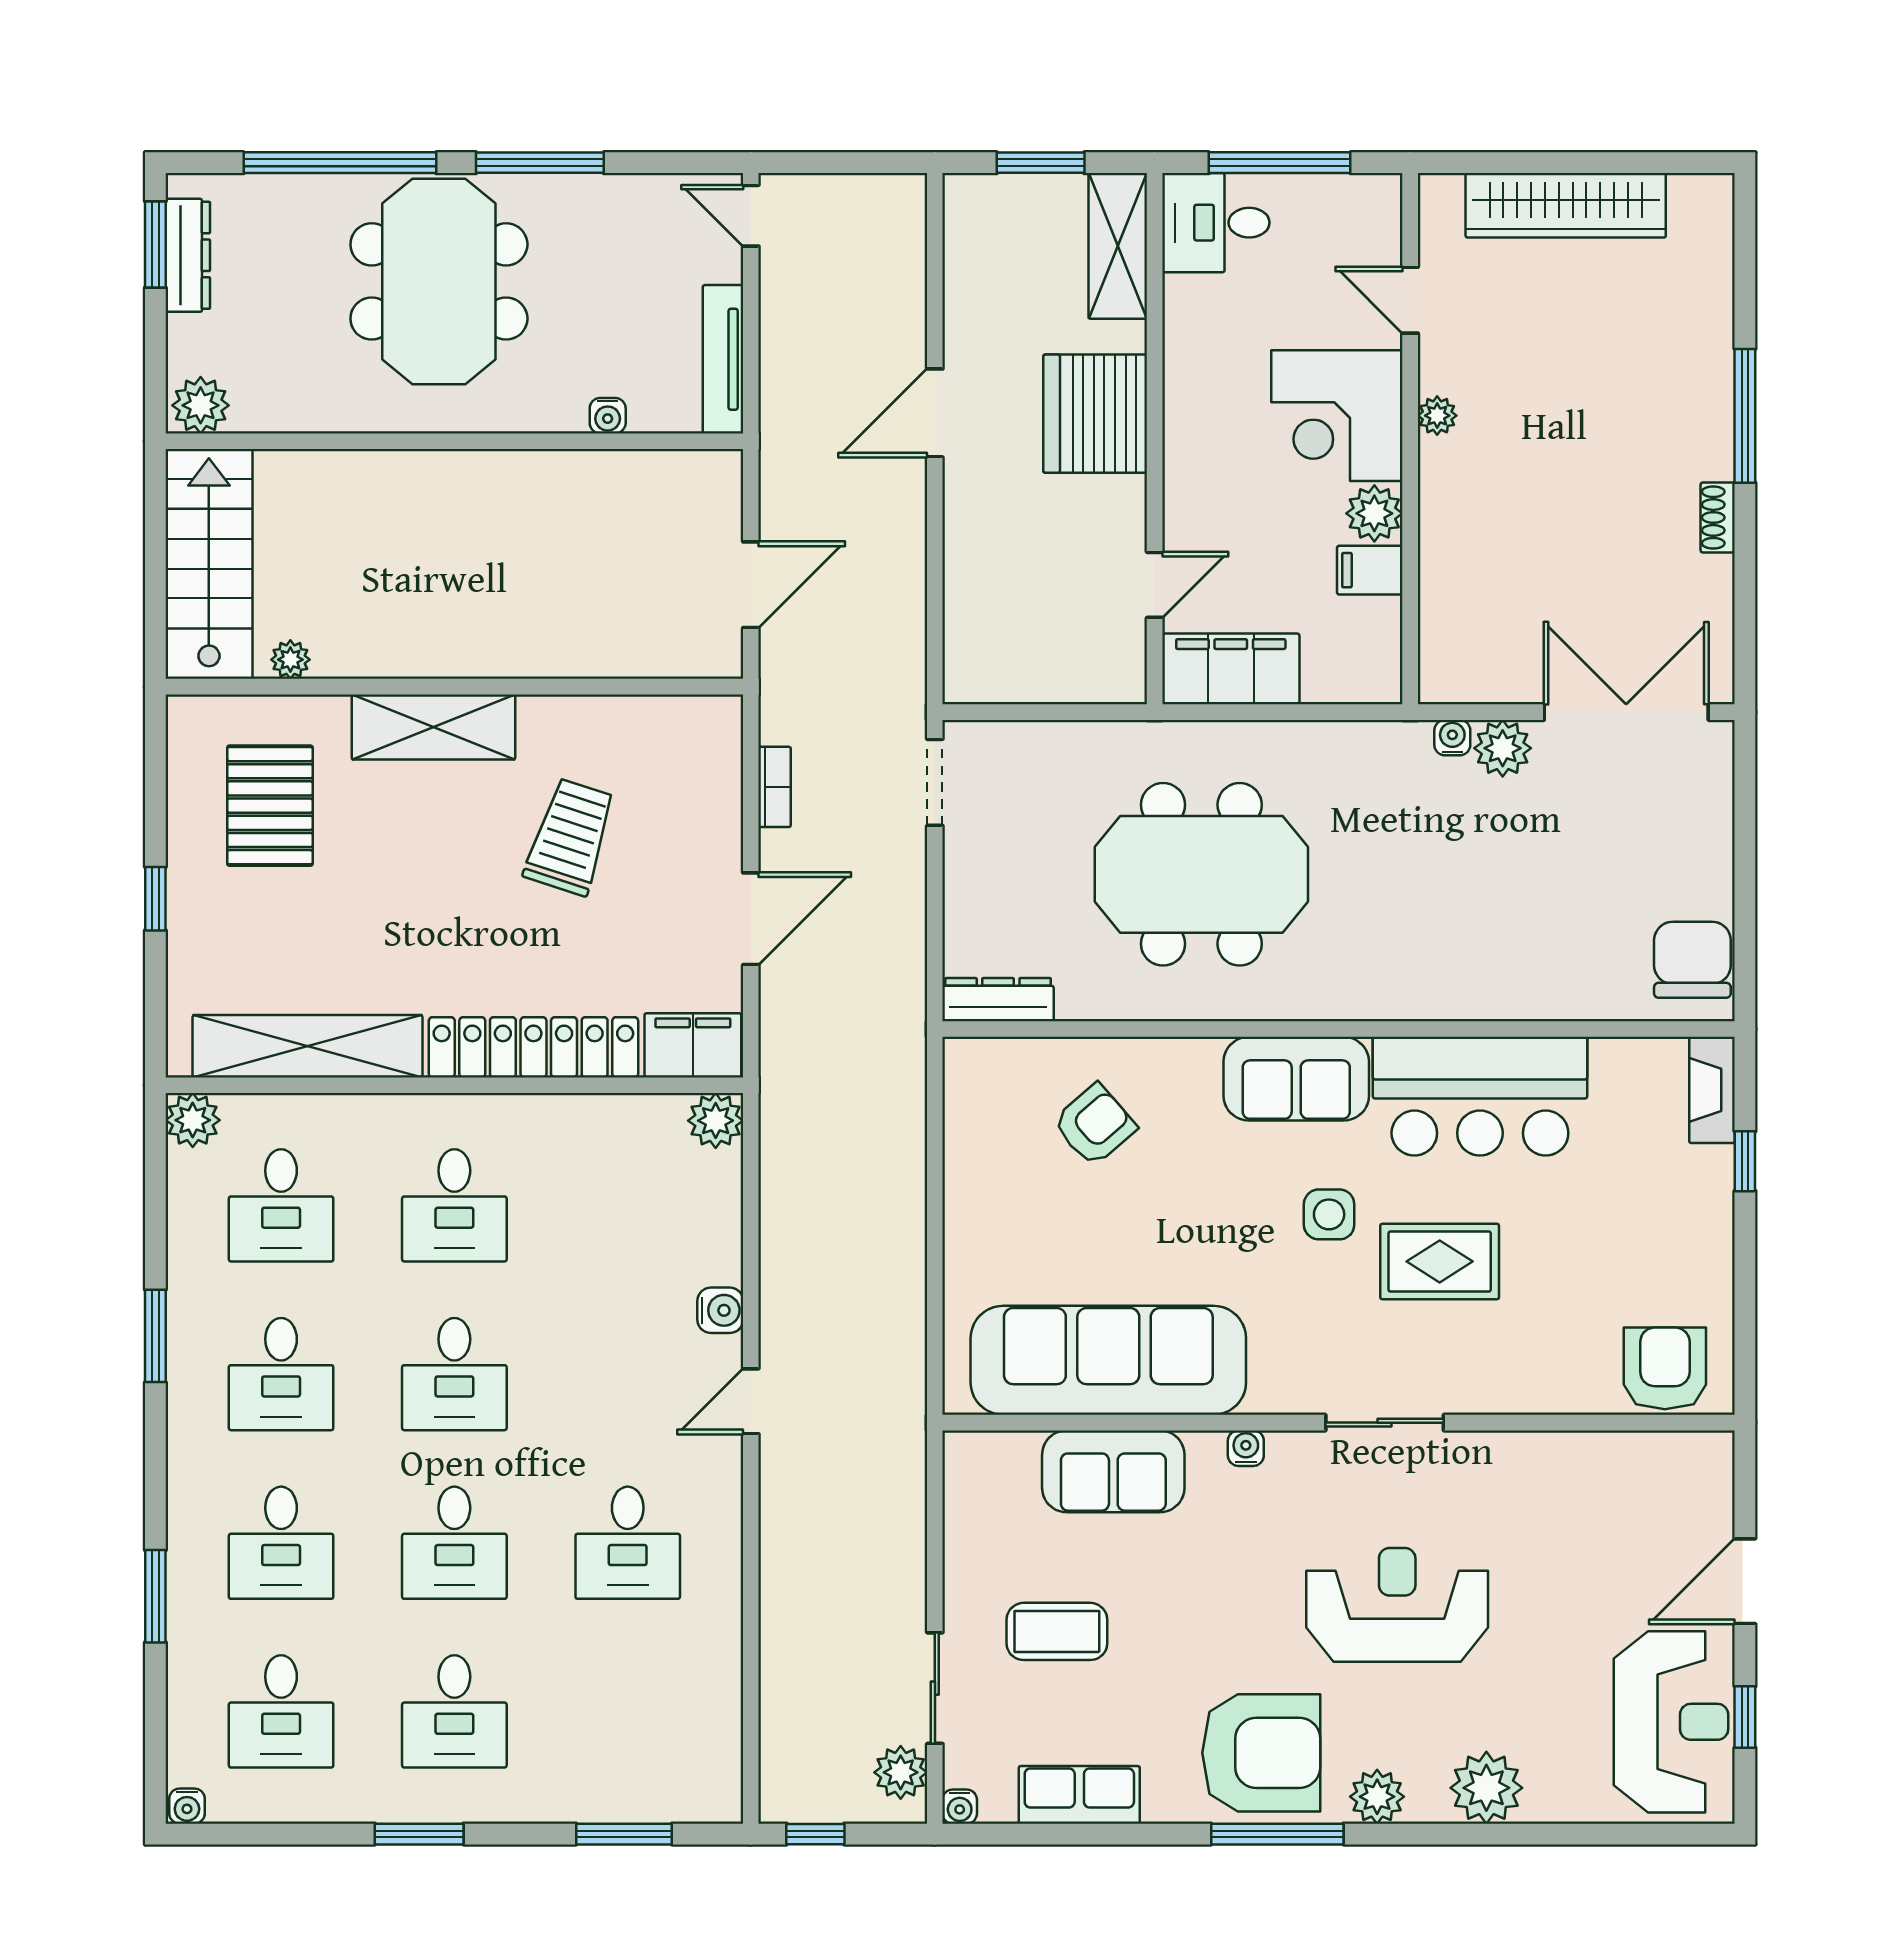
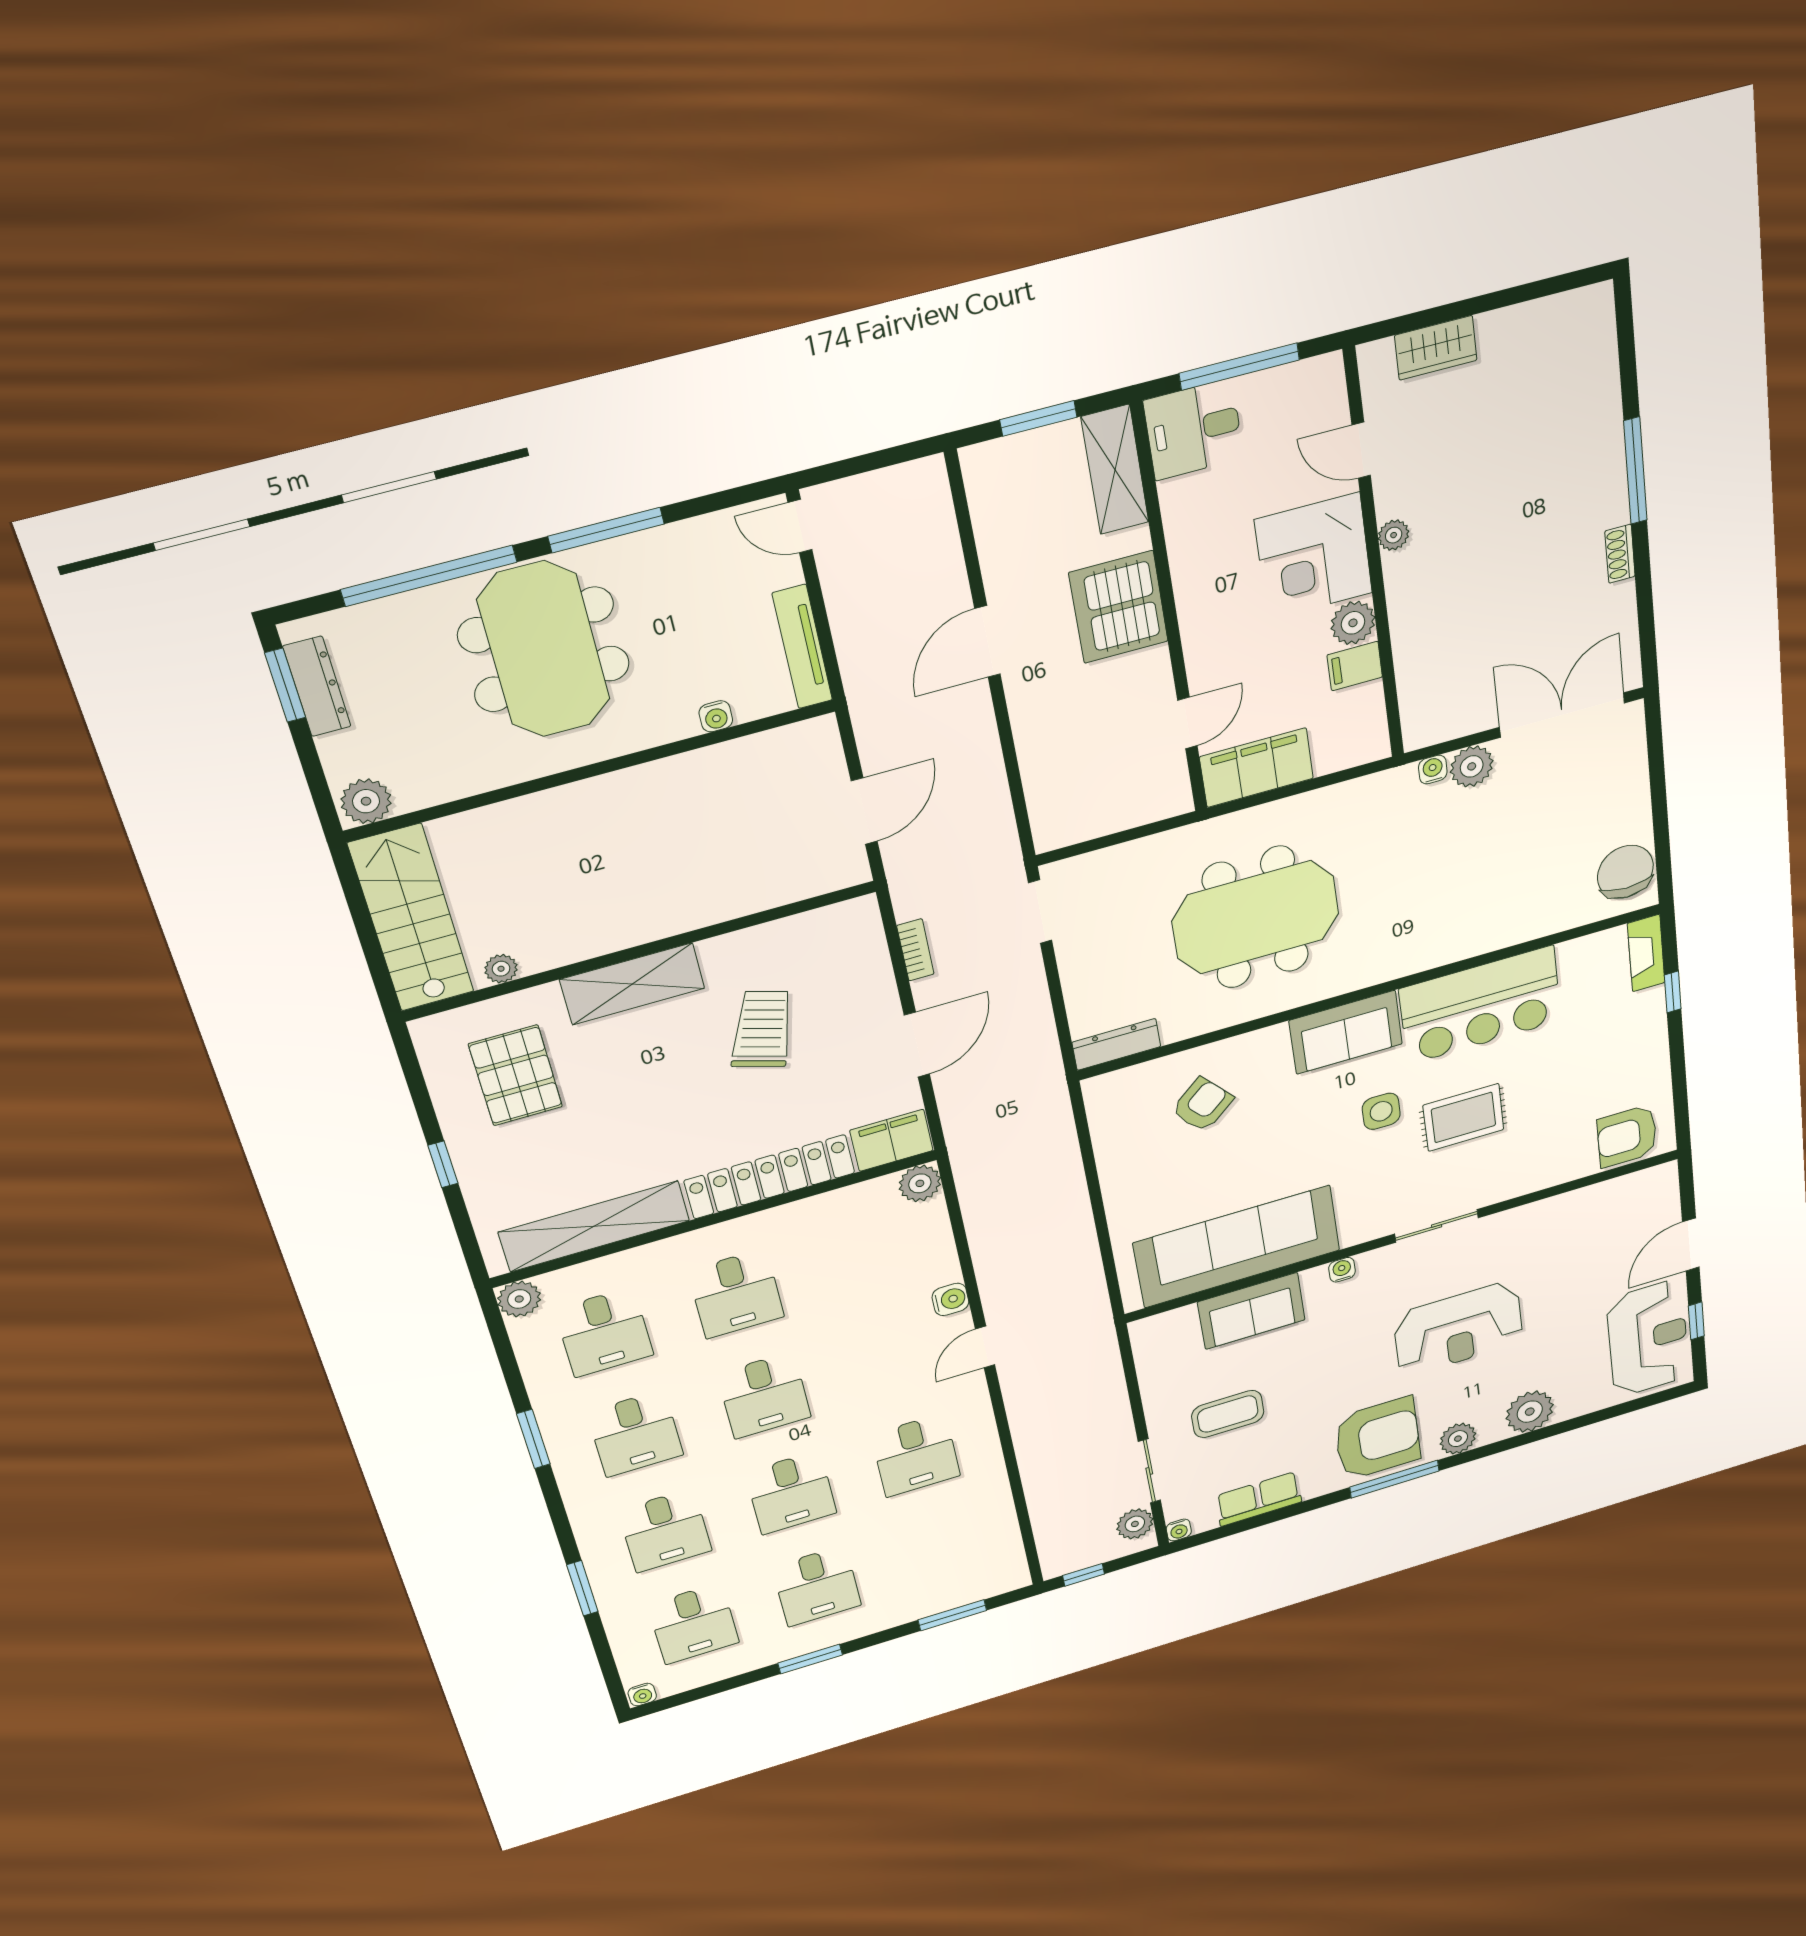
wardrobe: (1566, 205) -> (1436, 348), width x0.48, depth x0.85
armchair: (1665, 1368) -> (1627, 1136), turned -90
reception desk: (1397, 1605) -> (1458, 1329), turned 180

